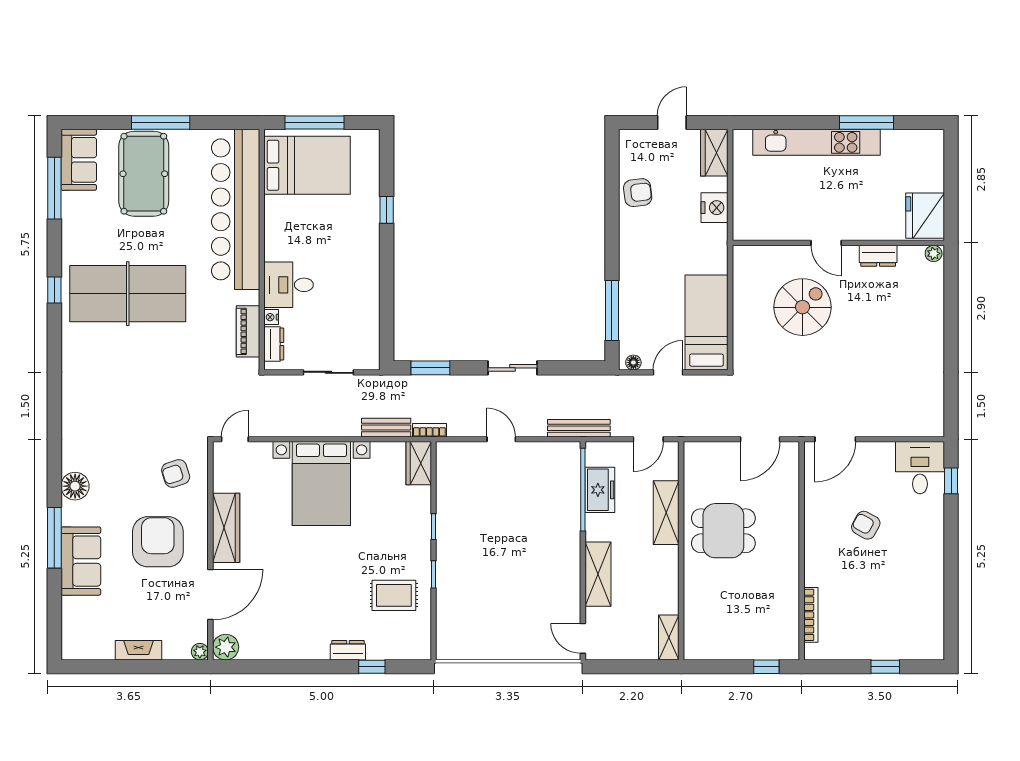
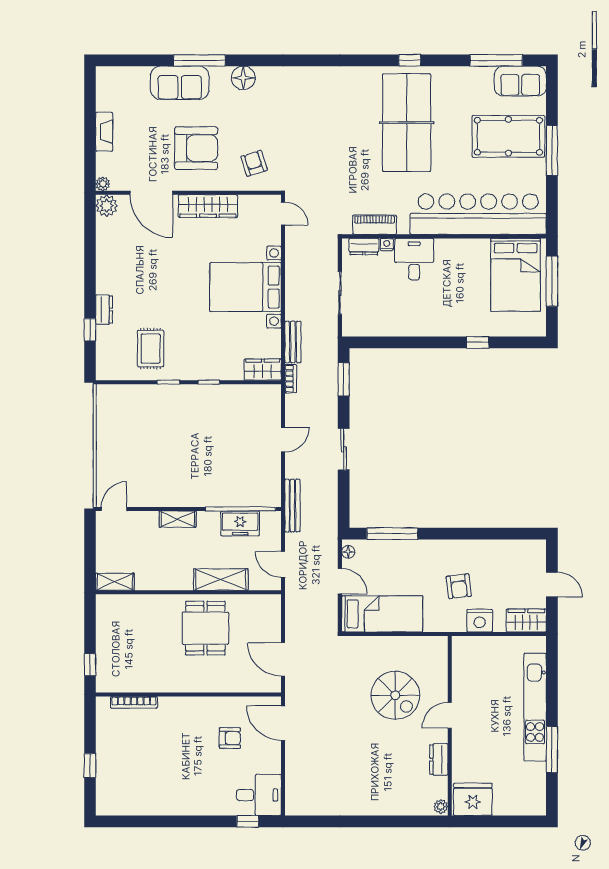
armchair: (638, 193) -> (459, 586), moved
armchair: (866, 525) -> (230, 738), moved, turned 61
shelving: (598, 574) -> (178, 519), width x0.67, depth x0.75

